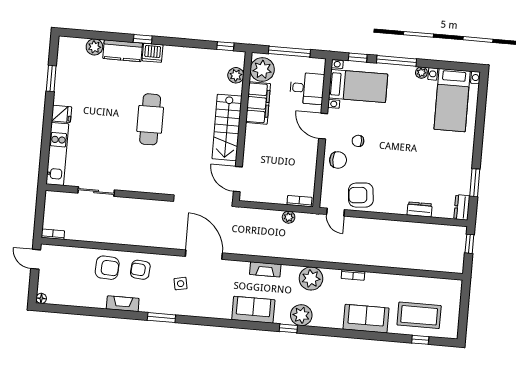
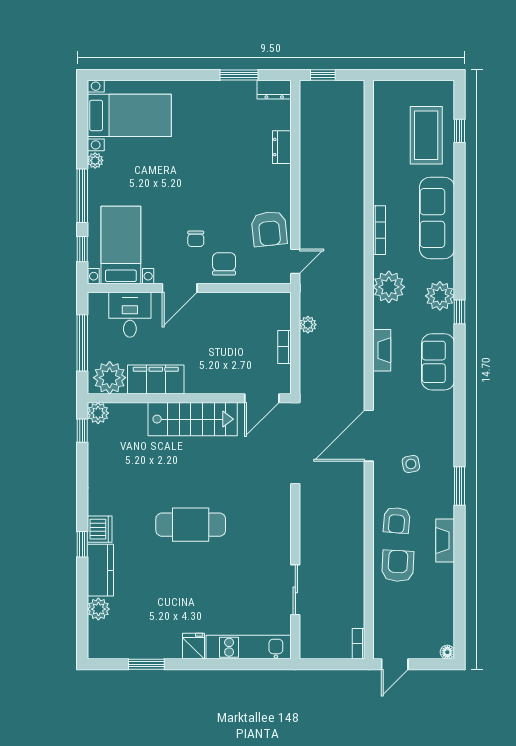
plant: (236, 75) -> (98, 413), moved
bookcase: (299, 201) -> (285, 347), moved
bookcase: (353, 275) -> (379, 230), width x1.56
sofa: (366, 319) -> (437, 218), width x1.36

